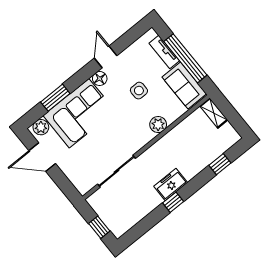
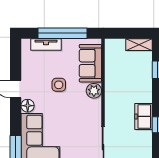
sofa: (184, 85) -> (90, 63), moved, turned 90
shelving: (214, 113) -> (139, 45), moved

